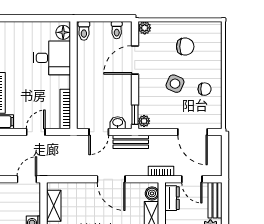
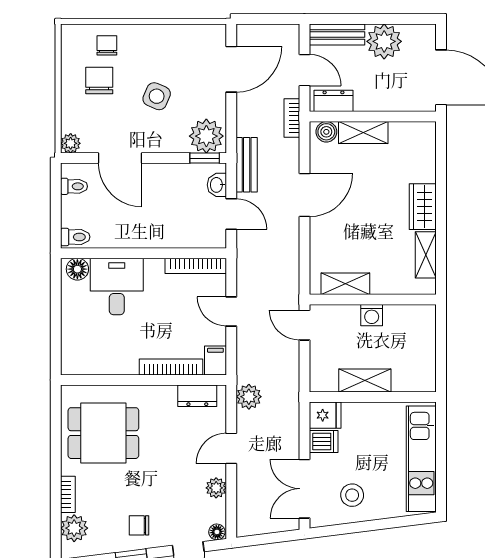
chair: (205, 89) -> (107, 45), moved
plant: (144, 121) -> (206, 136), width x1.87, depth x1.87
door: (192, 179) -> (304, 70), hinge flipped

